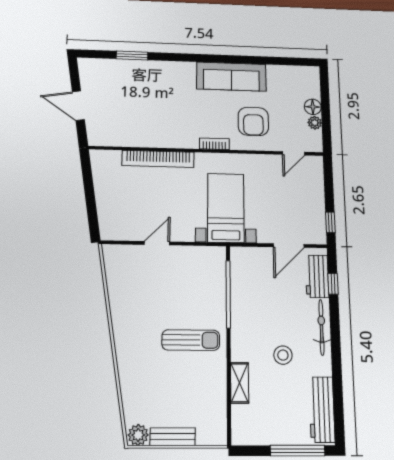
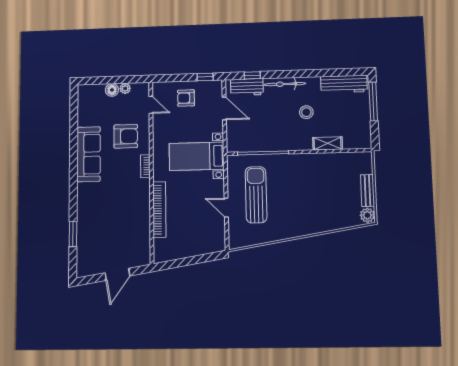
armchair: (302, 197) -> (186, 98), added
sun lounger: (191, 340) -> (256, 195), moved, width x1.36, depth x1.34

